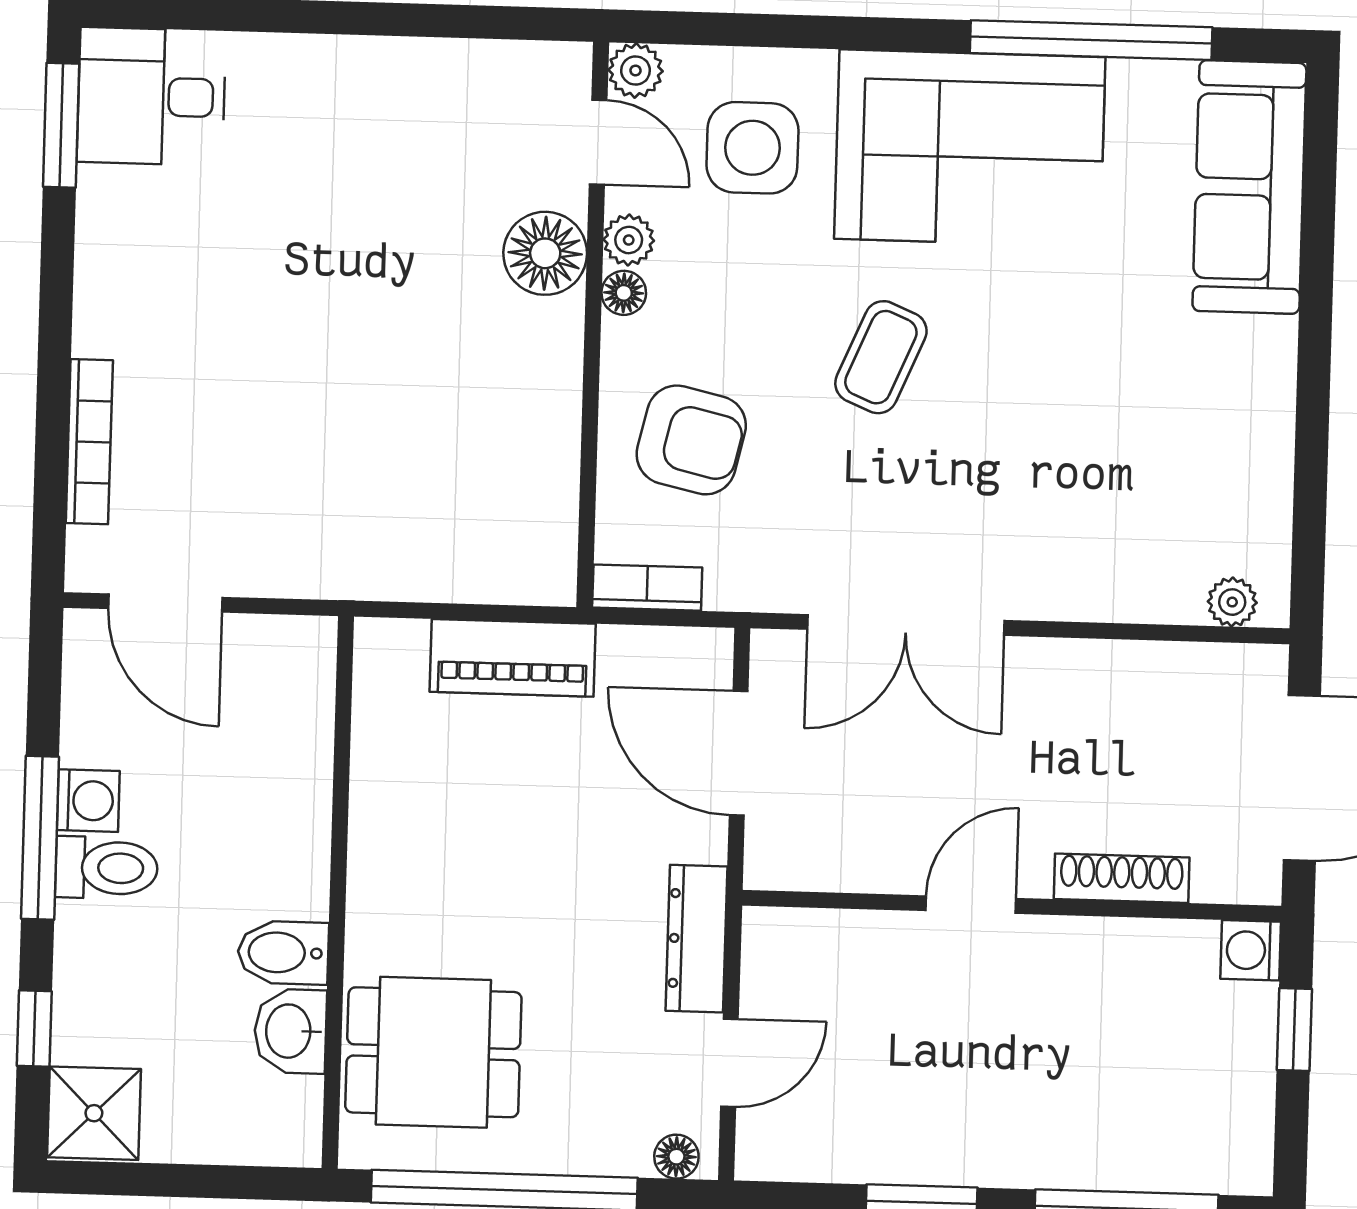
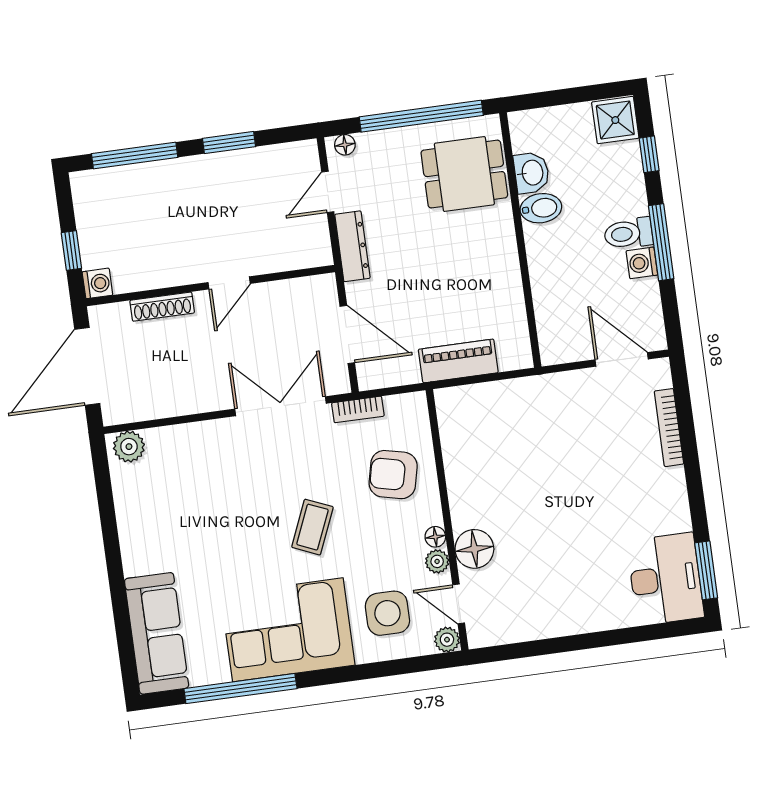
desk: (151, 96) -> (665, 579), width x1.37
bookcase: (647, 588) -> (358, 409), moved
plant: (1232, 602) -> (129, 447), width x1.38, depth x1.38

